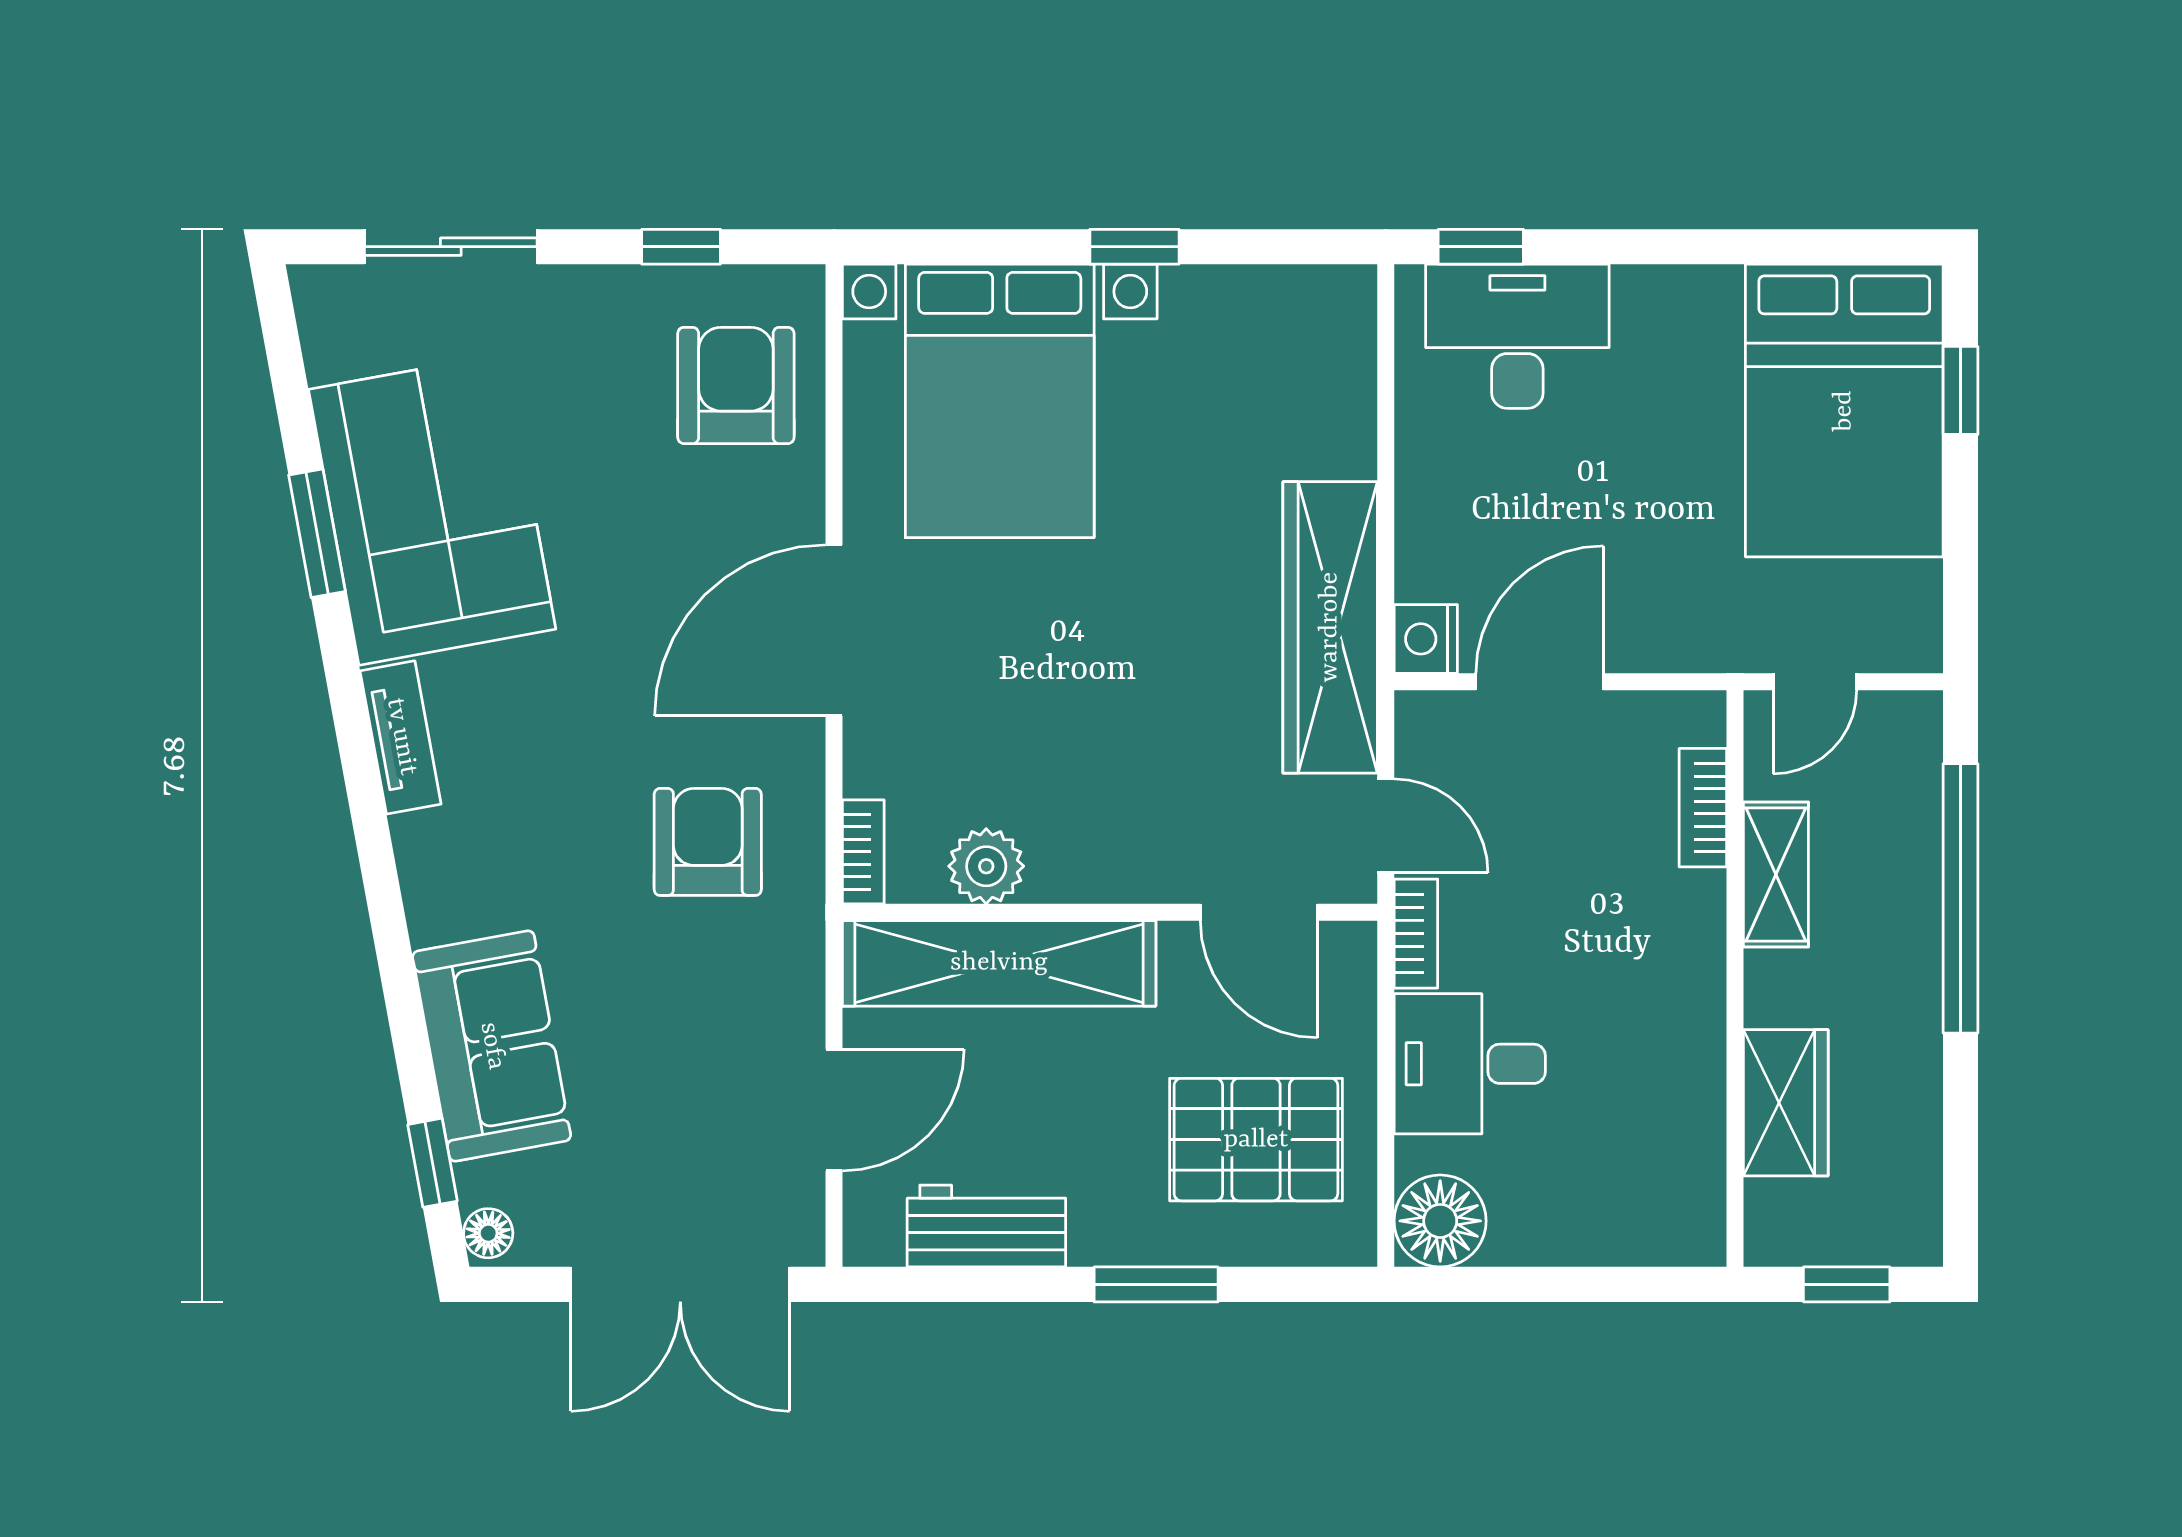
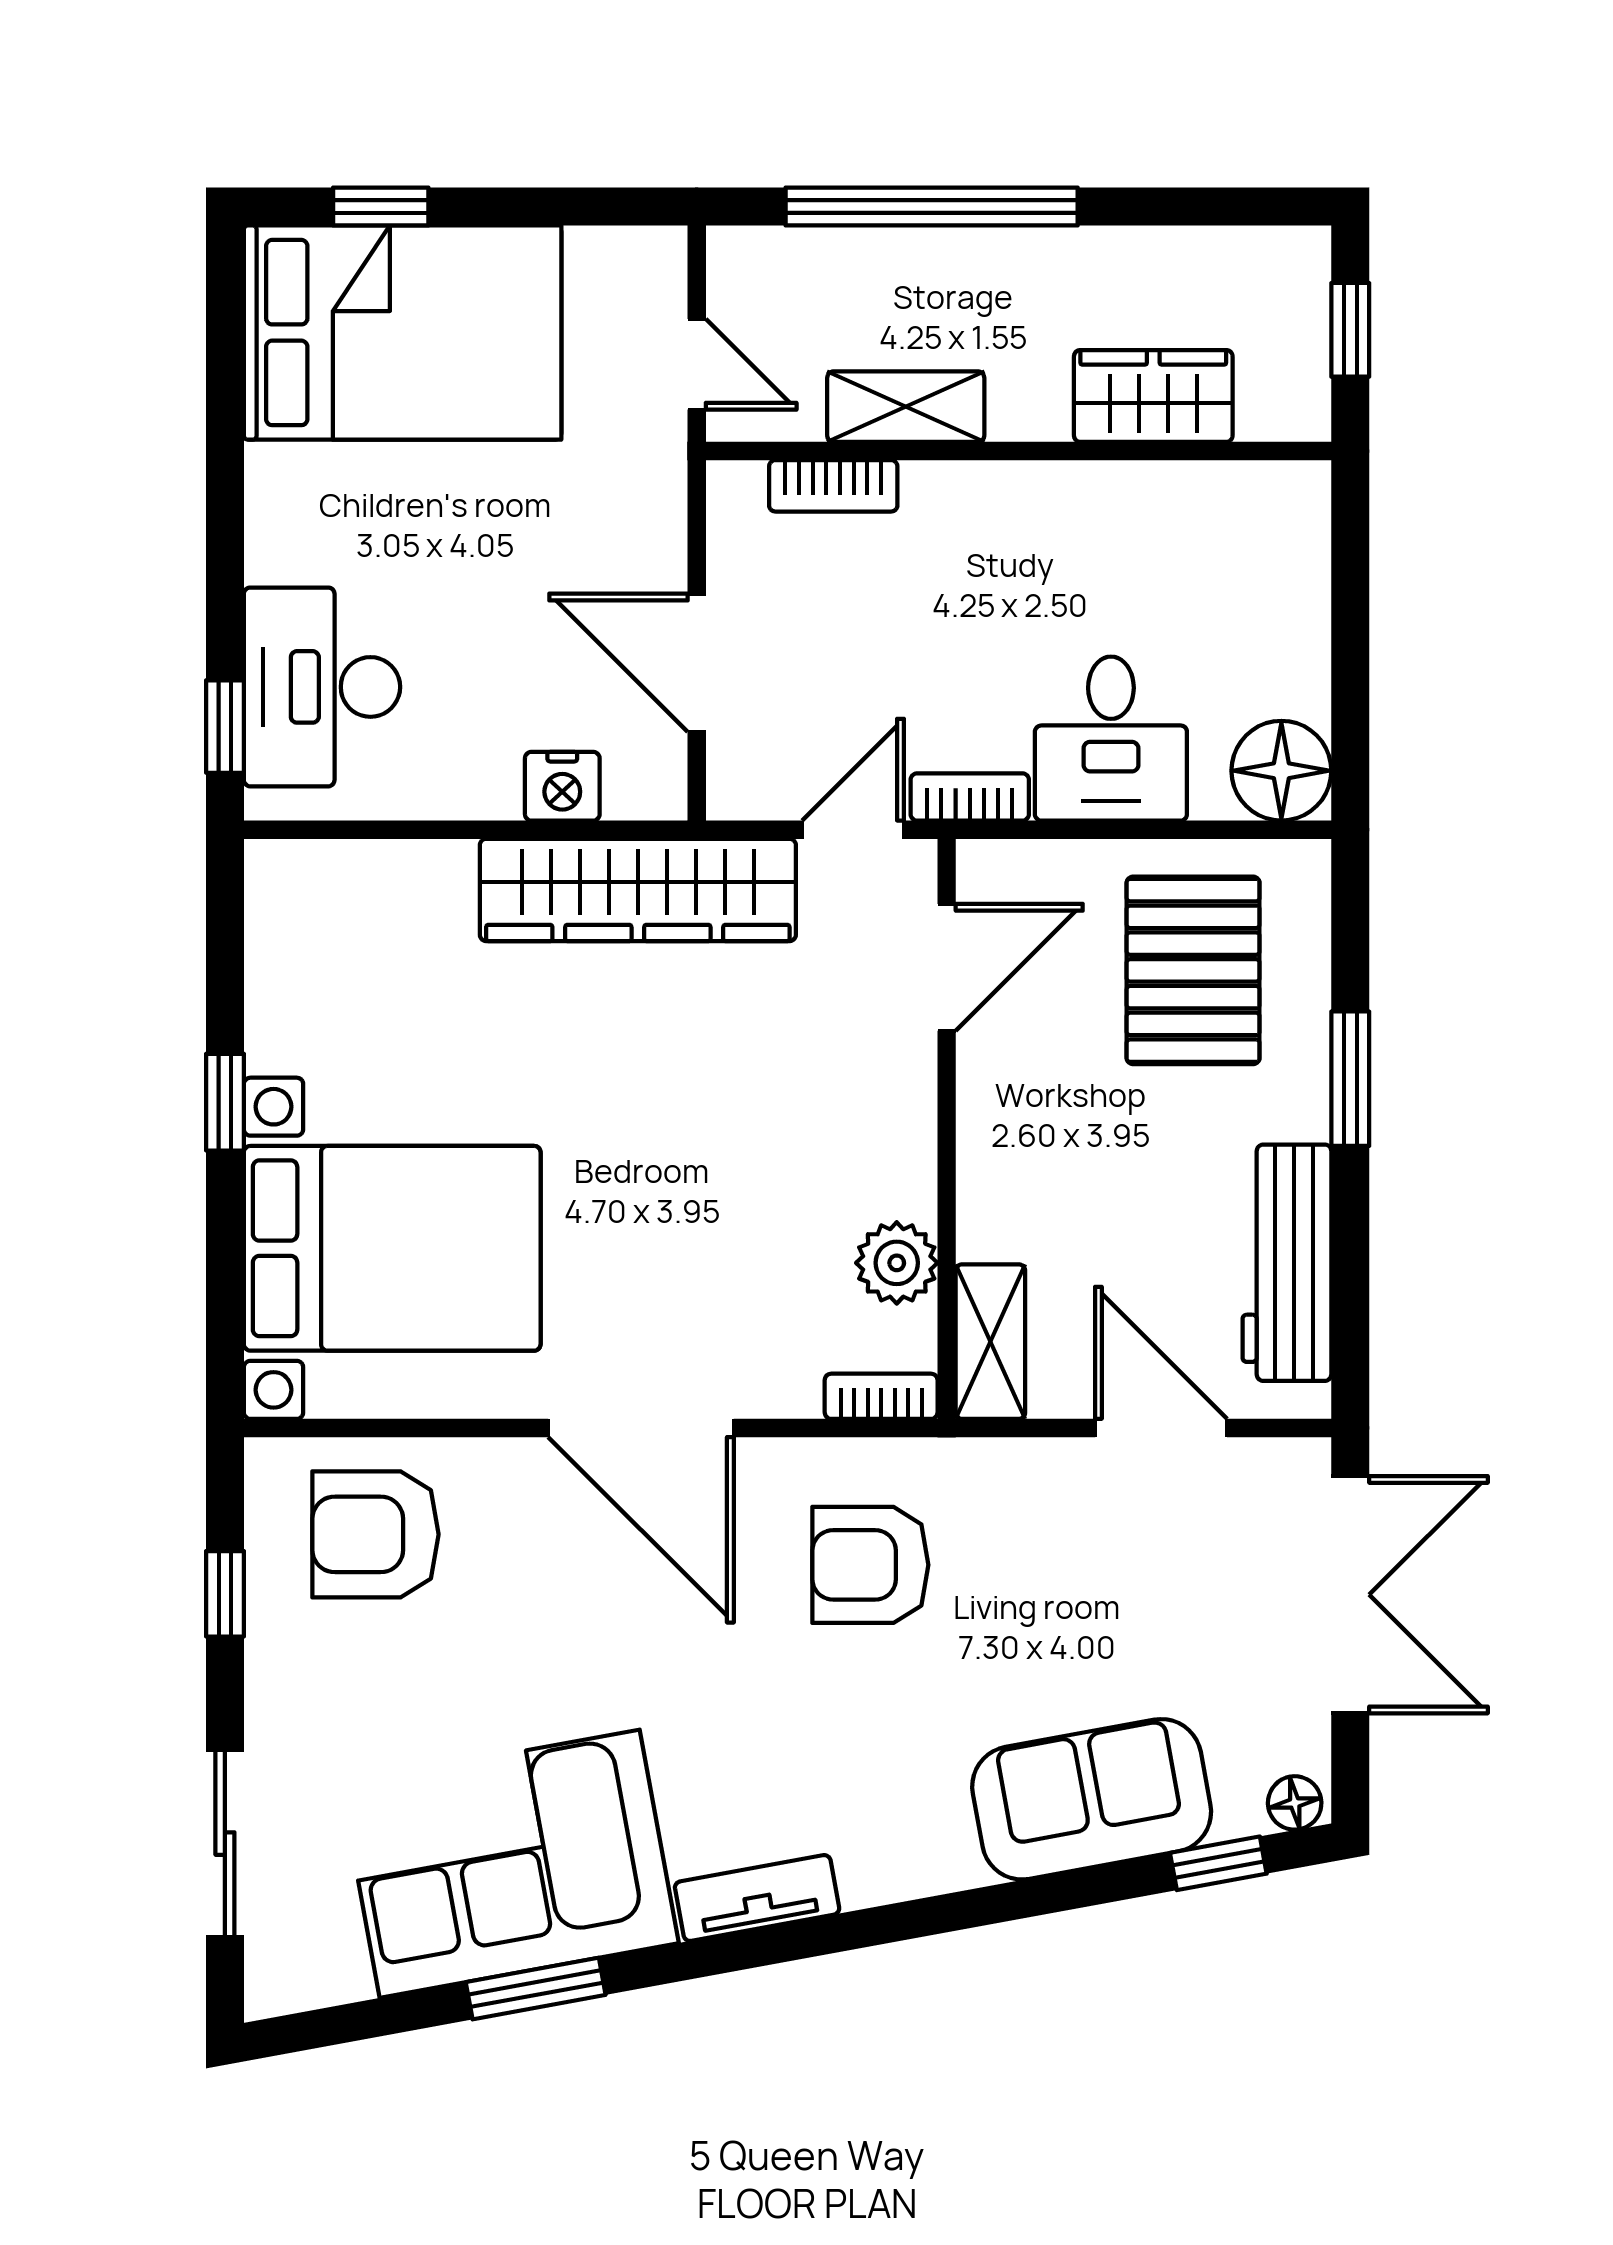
nightstand: (1426, 639) -> (562, 786), moved
shelving: (999, 963) -> (990, 1342), width x0.45, depth x0.75
workbench: (986, 1226) -> (1287, 1263), width x1.38

